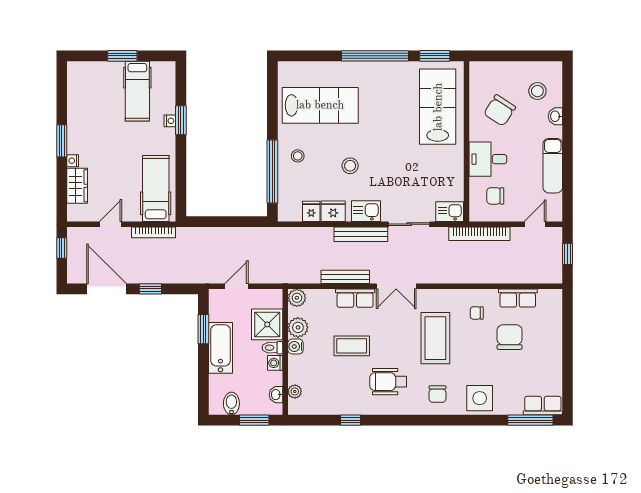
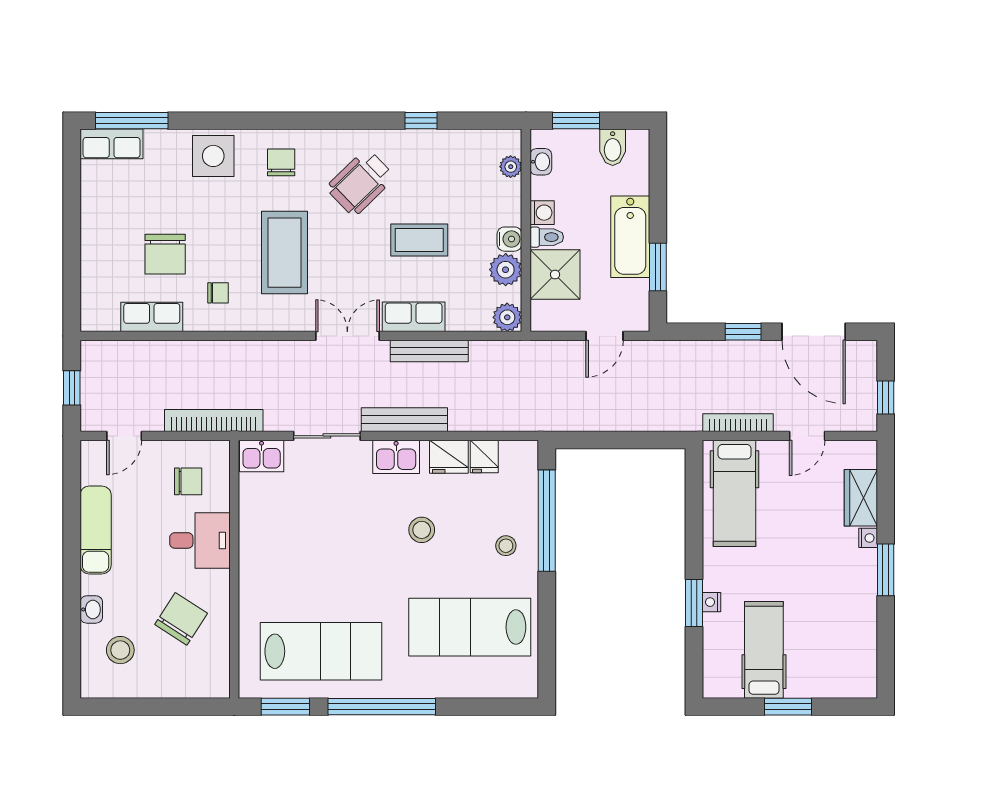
lab bench: (438, 107) -> (321, 651), moved, turned -90
wheelchair: (388, 382) -> (360, 182), turned 136

